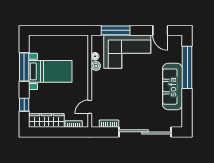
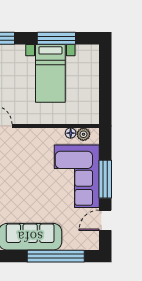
window: (116, 30) -> (105, 179), moved
plant: (96, 66) -> (83, 134), moved

